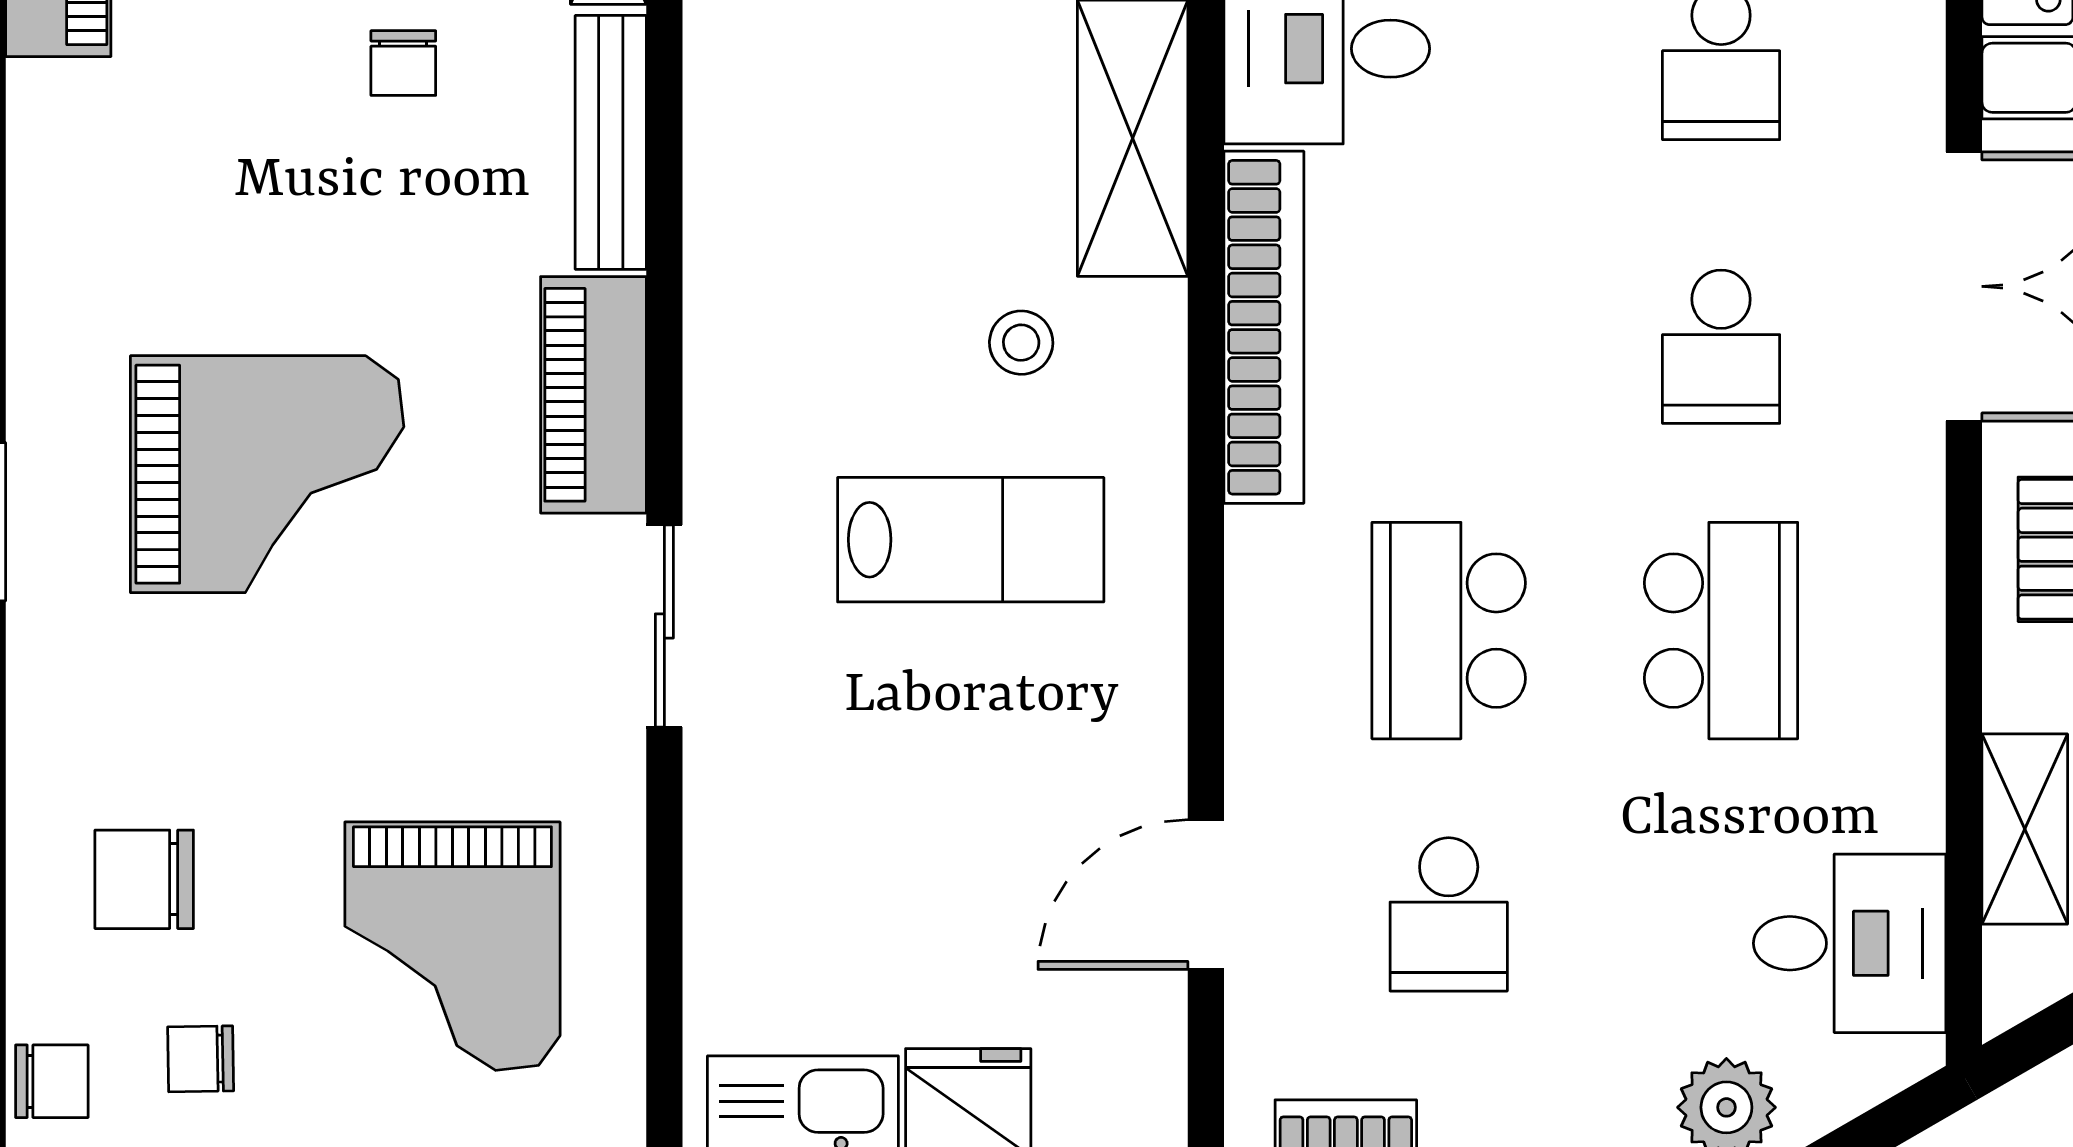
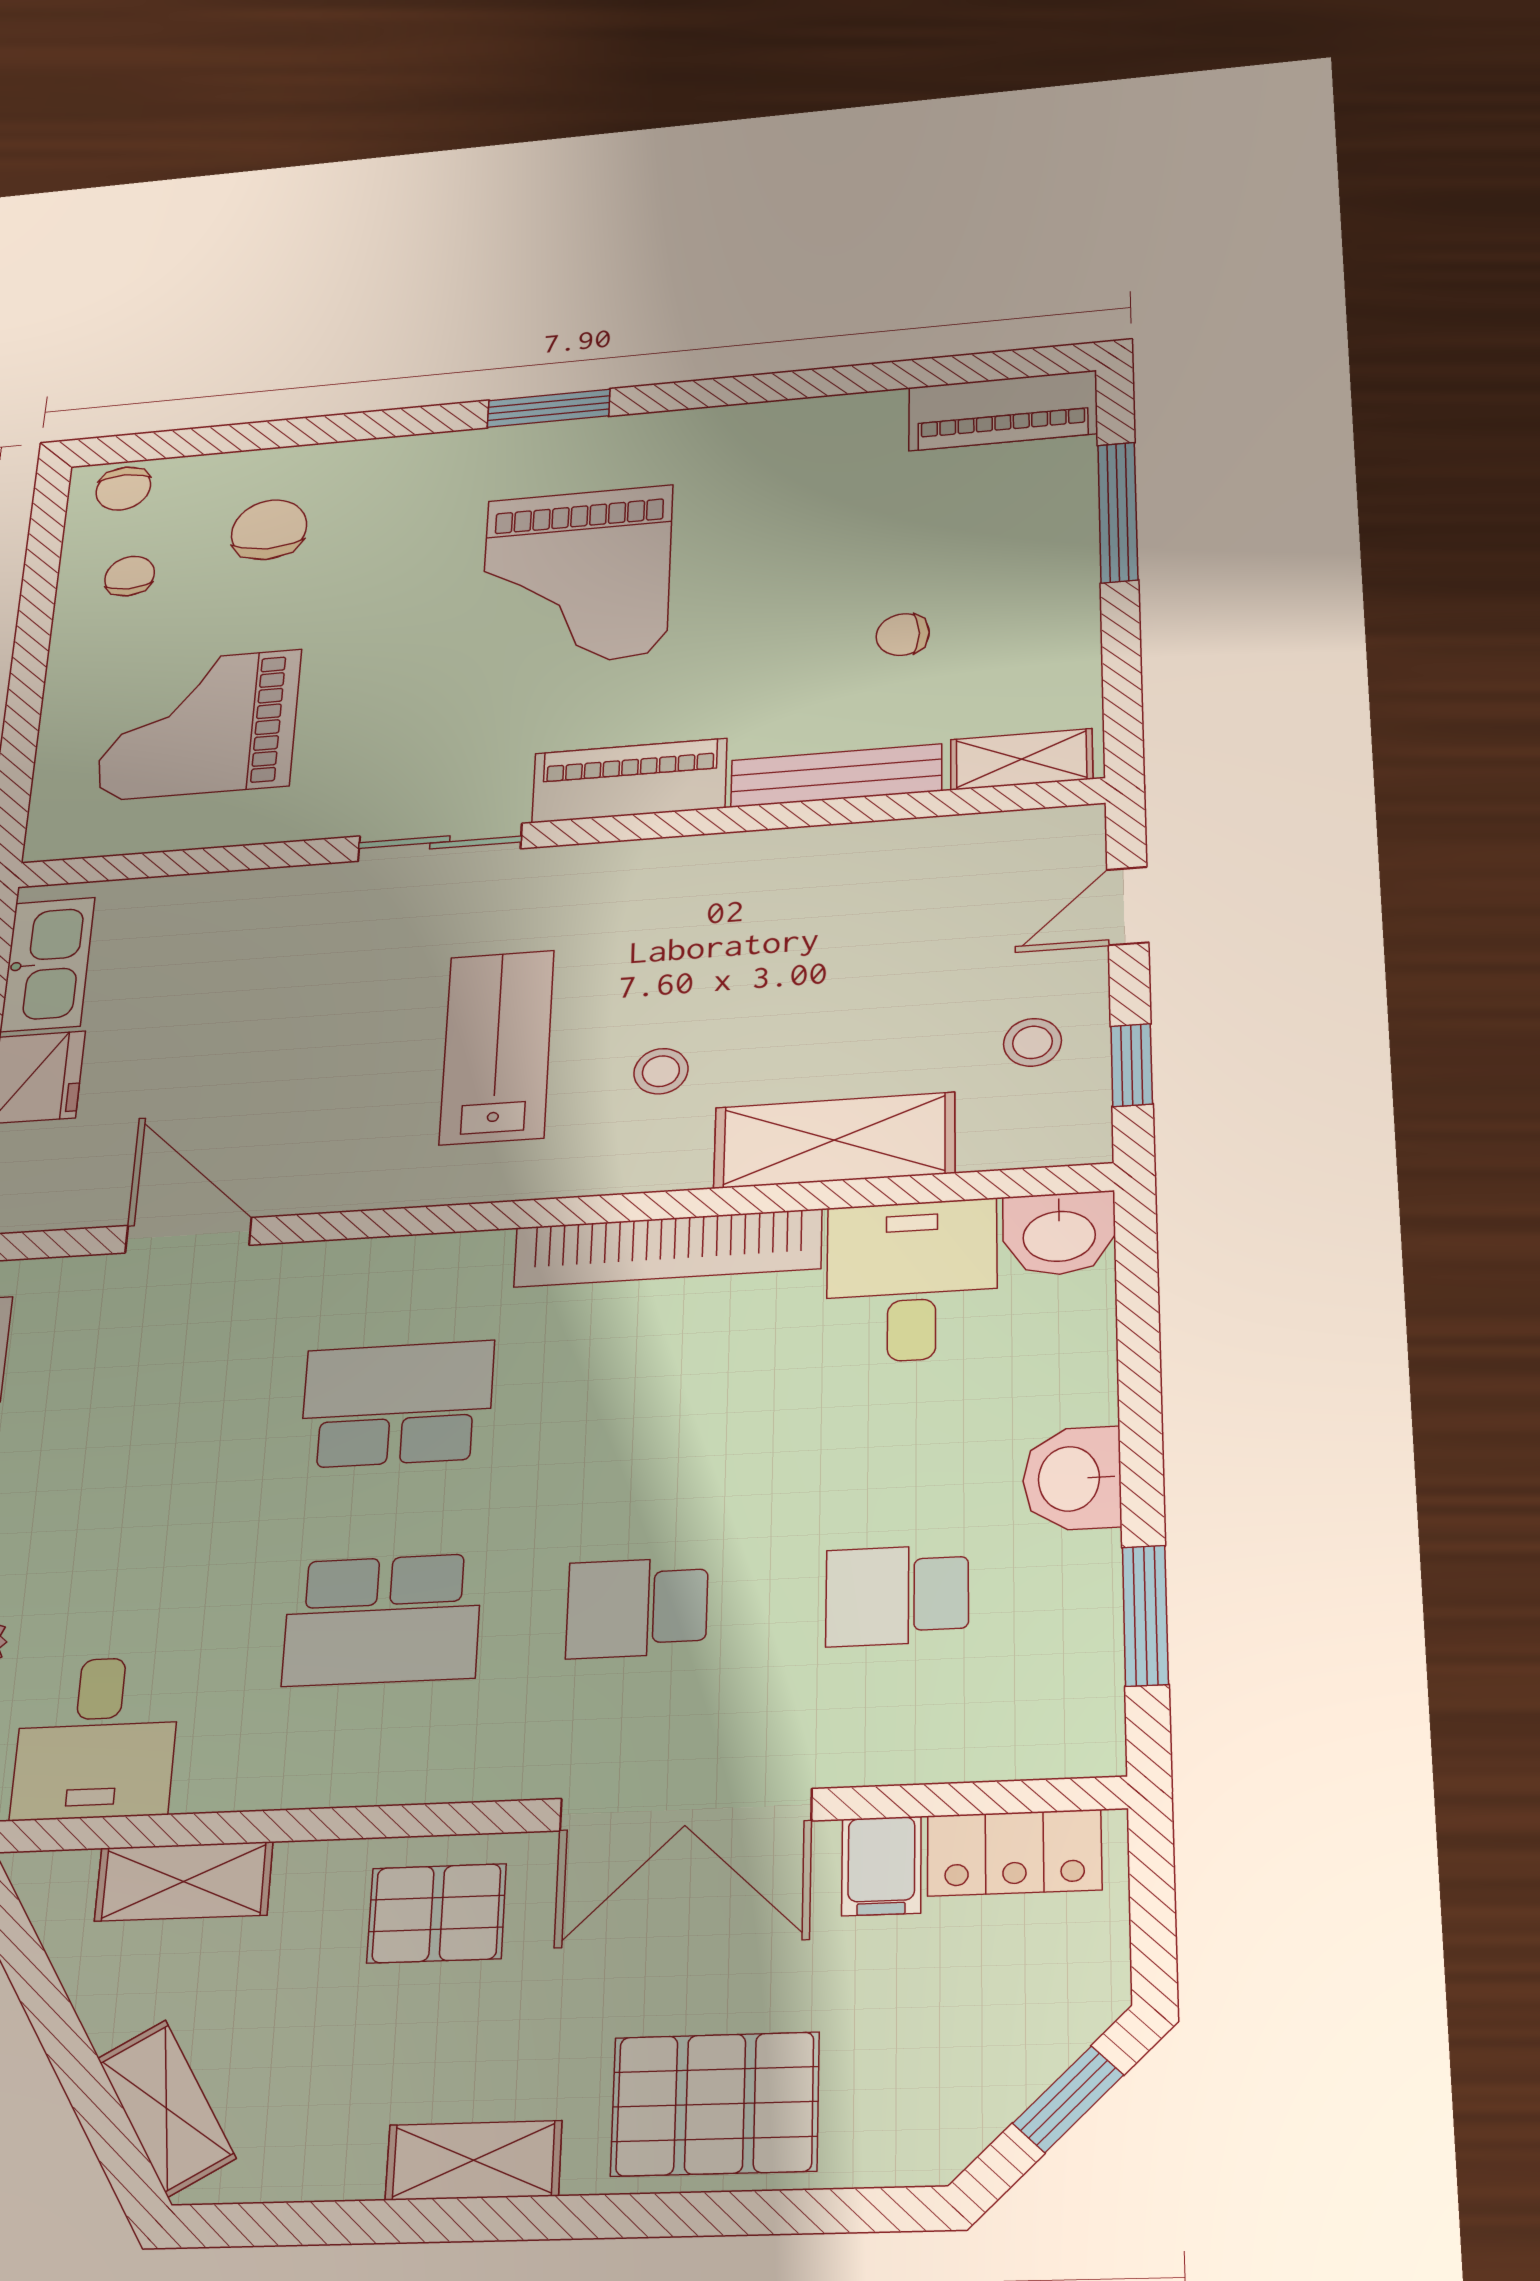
lab bench: (971, 540) -> (497, 1047), turned 180
school desk: (1449, 914) -> (154, 1418), removed

